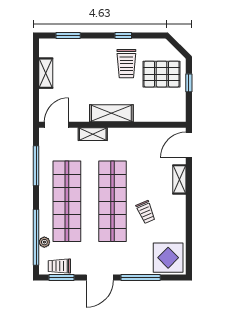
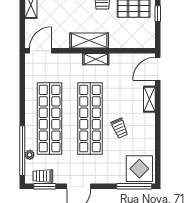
shelving: (93, 134) -> (96, 59), moved
window: (36, 166) -> (22, 87), removed
window: (141, 278) -> (134, 186), moved

